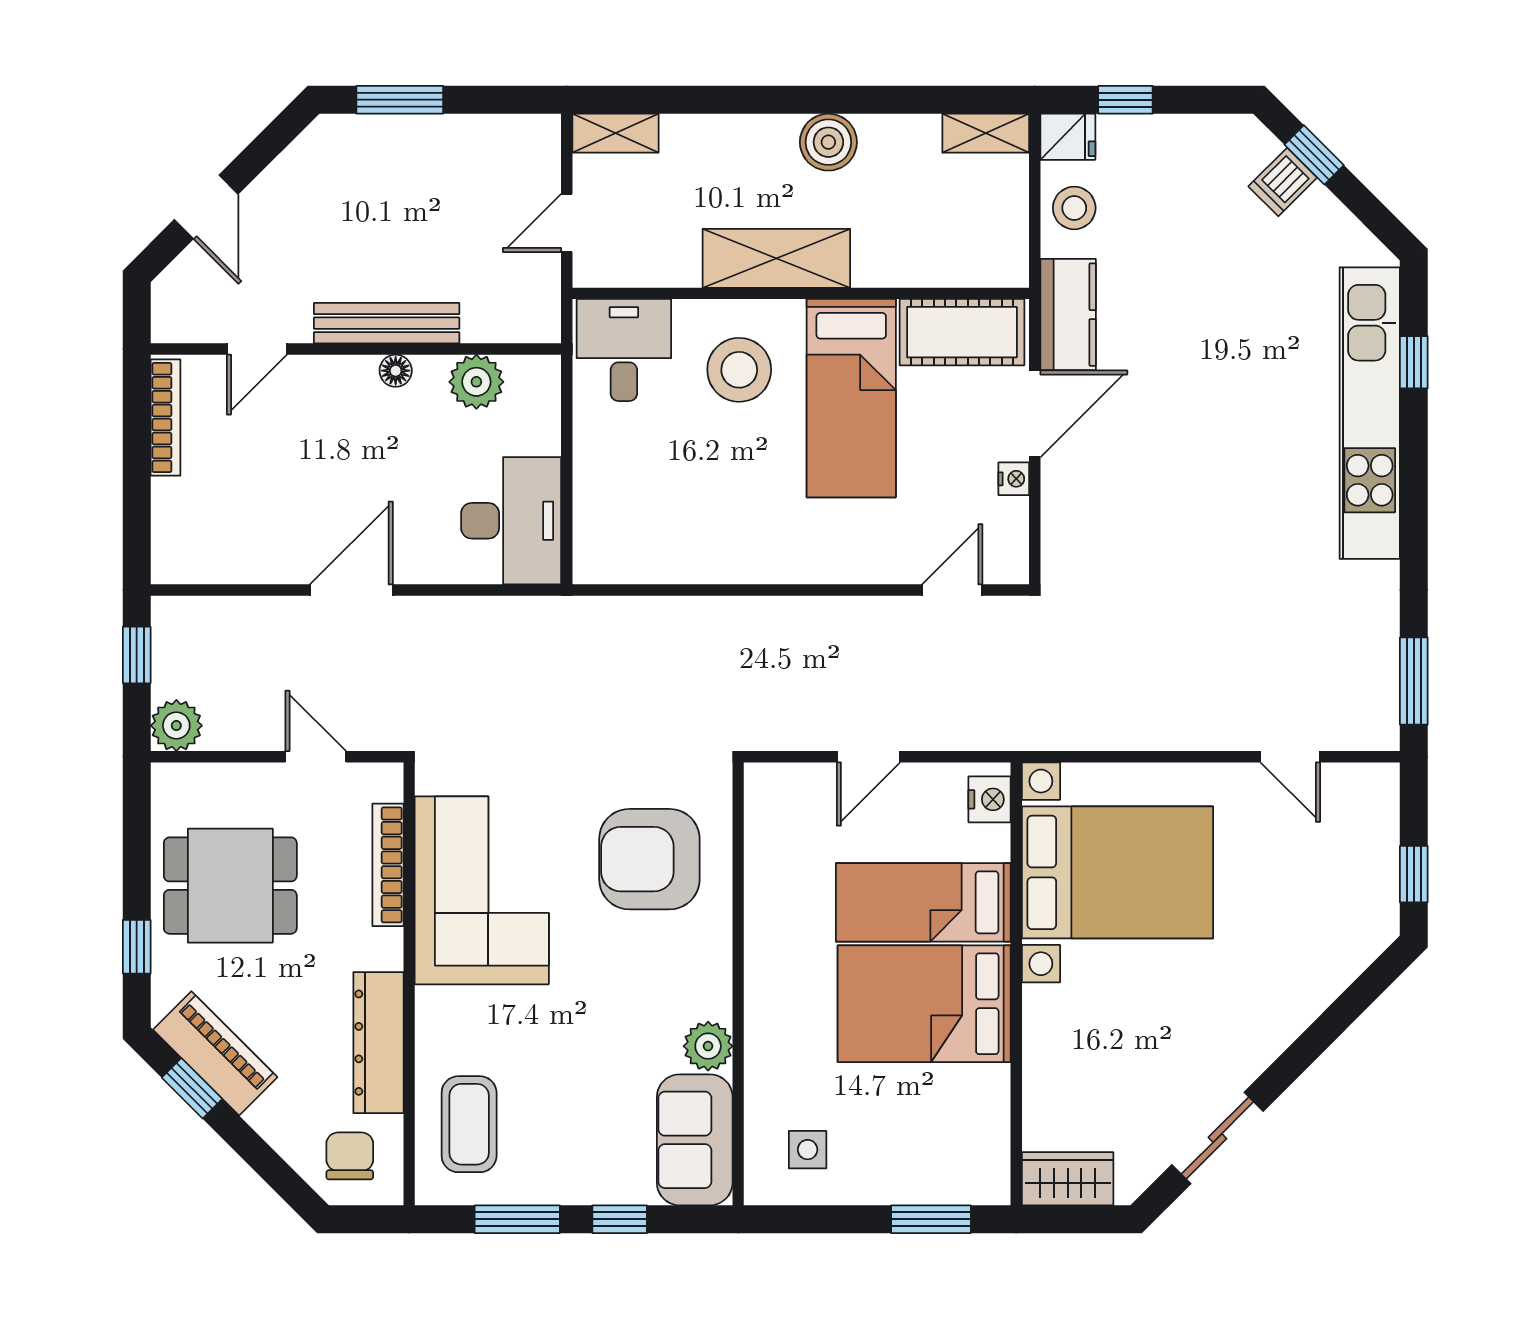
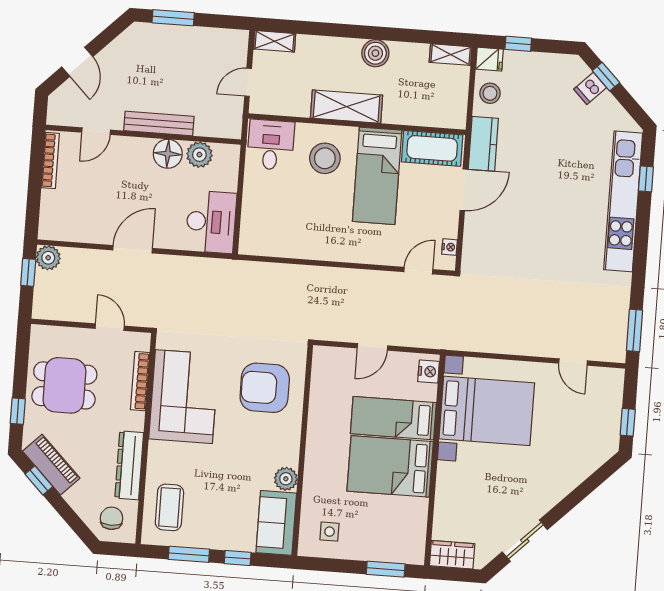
floor lamp: (396, 371) -> (168, 154), width x1.89, depth x1.89
nightstand: (1014, 479) -> (450, 247), moved
plant: (176, 726) -> (48, 258), moved

